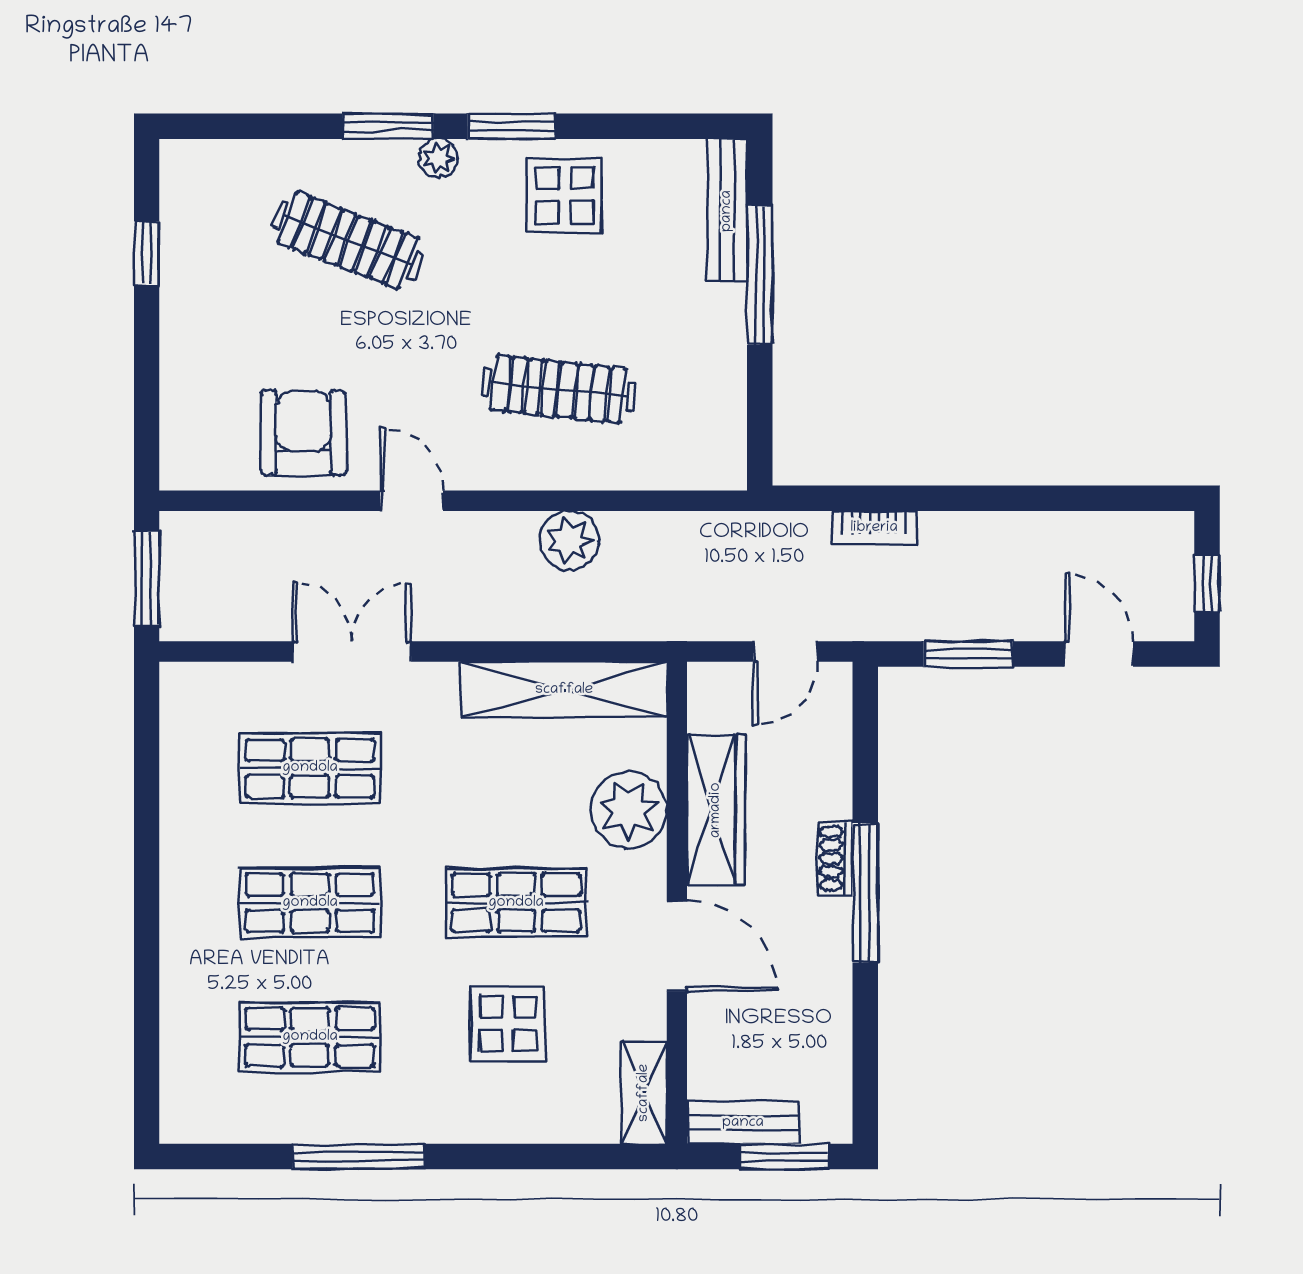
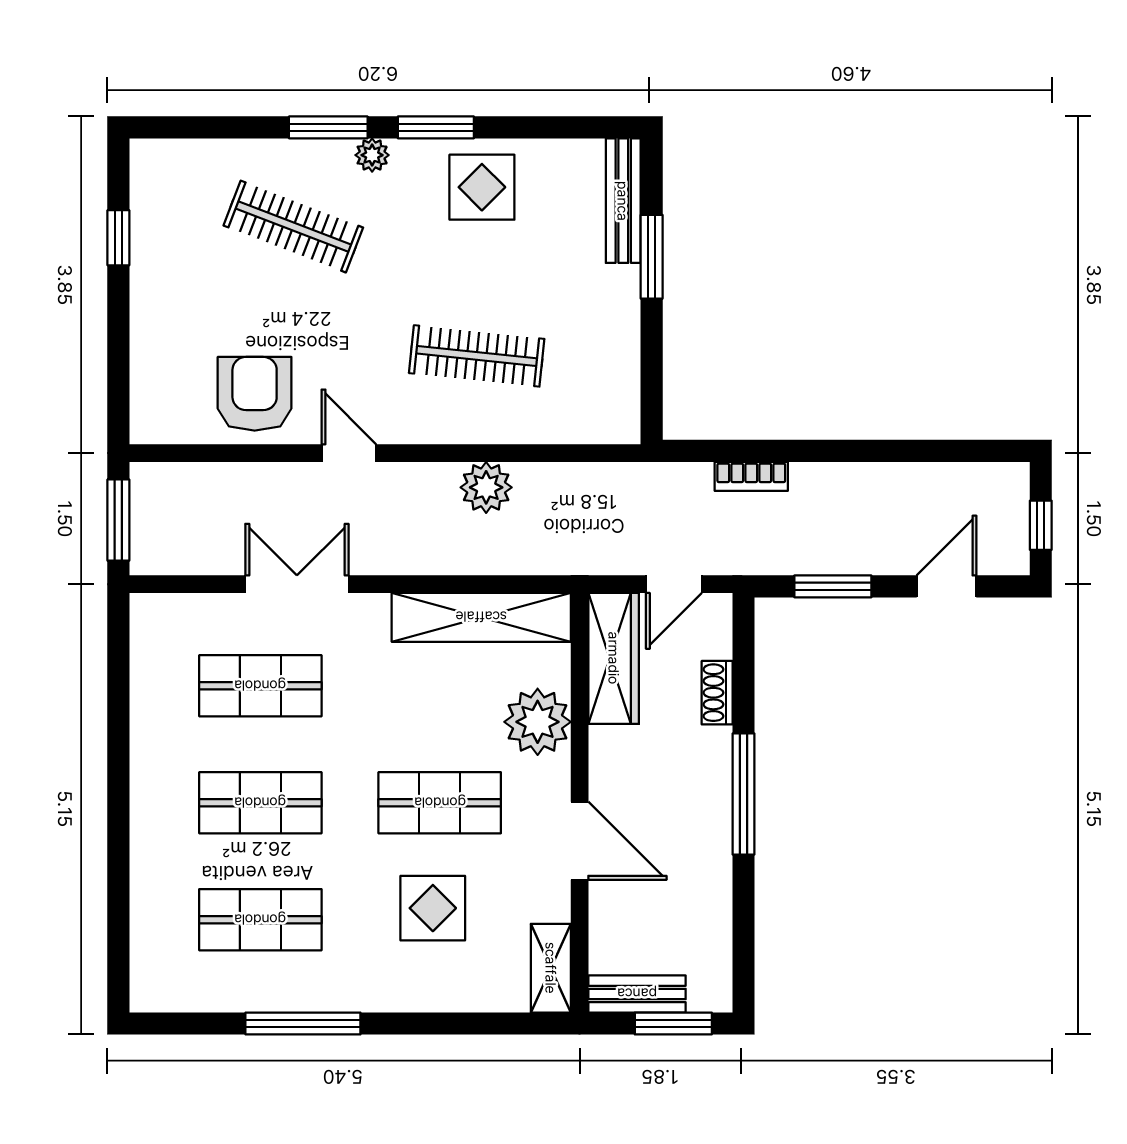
window: (760, 275) -> (652, 257), width x0.69
door: (1099, 654) -> (947, 586), hinge flipped
wardrobe: (716, 810) -> (614, 658), moved
shoe rack: (835, 858) -> (717, 693), moved

